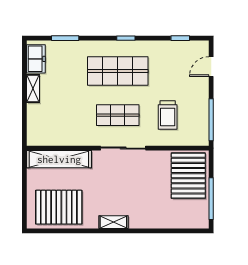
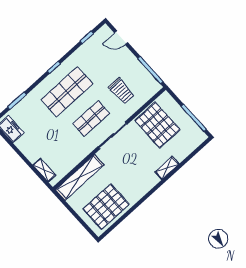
door: (211, 67) -> (121, 38), hinge flipped
shelving: (33, 89) -> (44, 170), moved
pallet: (188, 176) -> (157, 125), moved
shelving: (113, 222) -> (167, 168), moved

